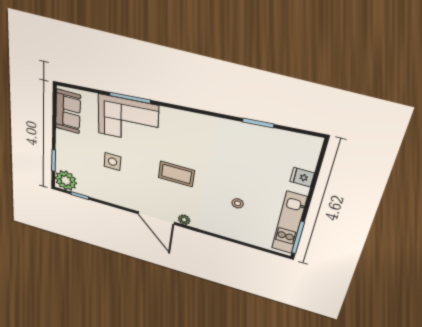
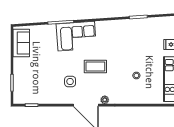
corner sofa: (128, 119) -> (76, 36), moved
side table: (112, 162) -> (70, 81), moved
plant: (66, 180) -> (21, 96), removed

